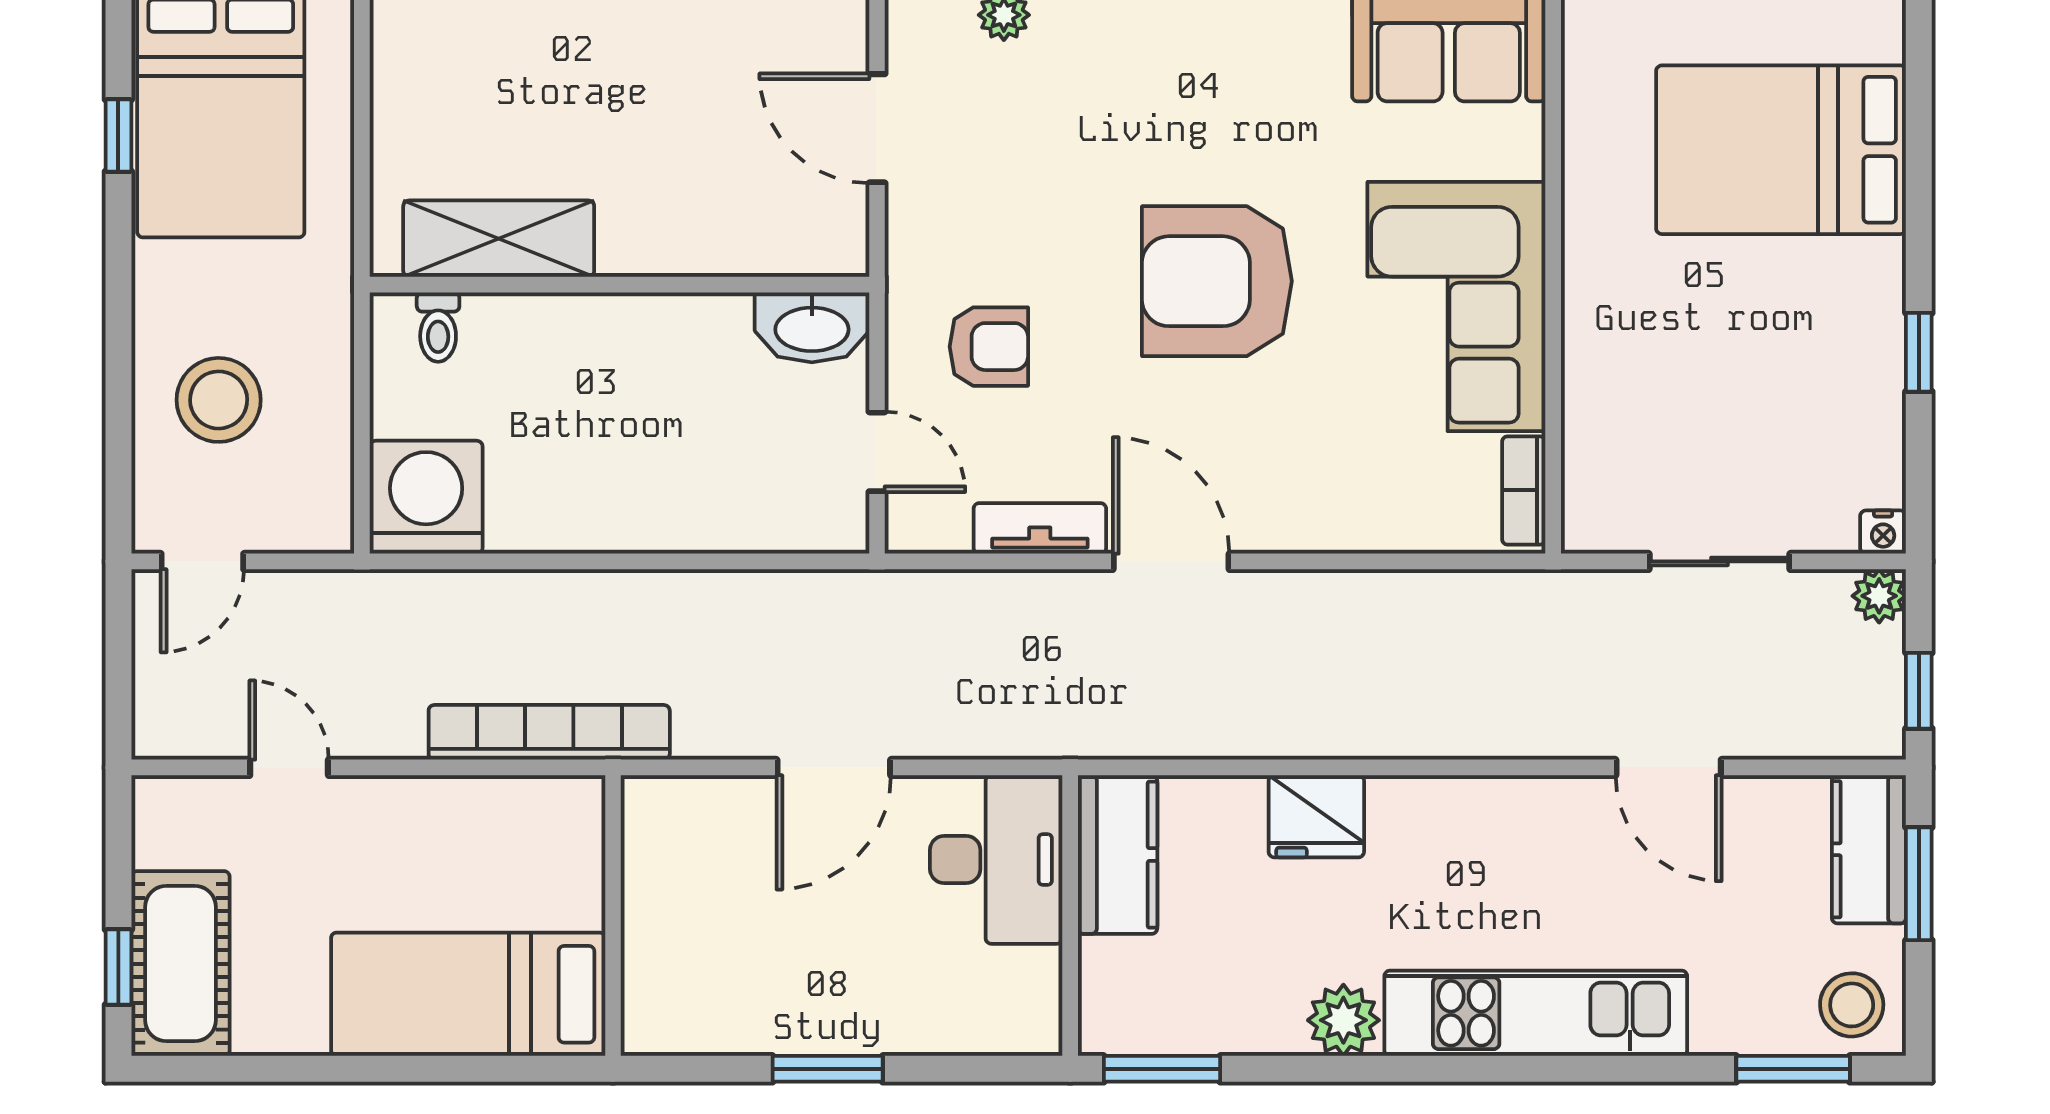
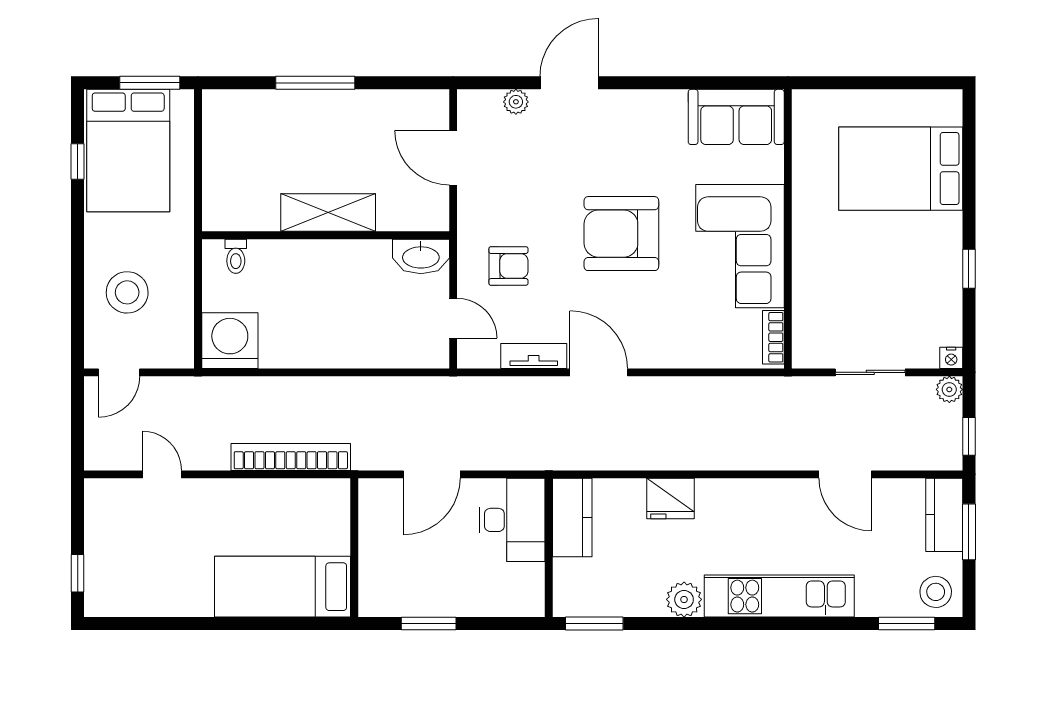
shelving: (499, 239) -> (328, 213), moved
wall: (613, 916) -> (354, 548), moved
cot: (181, 964) -> (108, 571), removed
bed: (468, 994) -> (283, 587), moved

